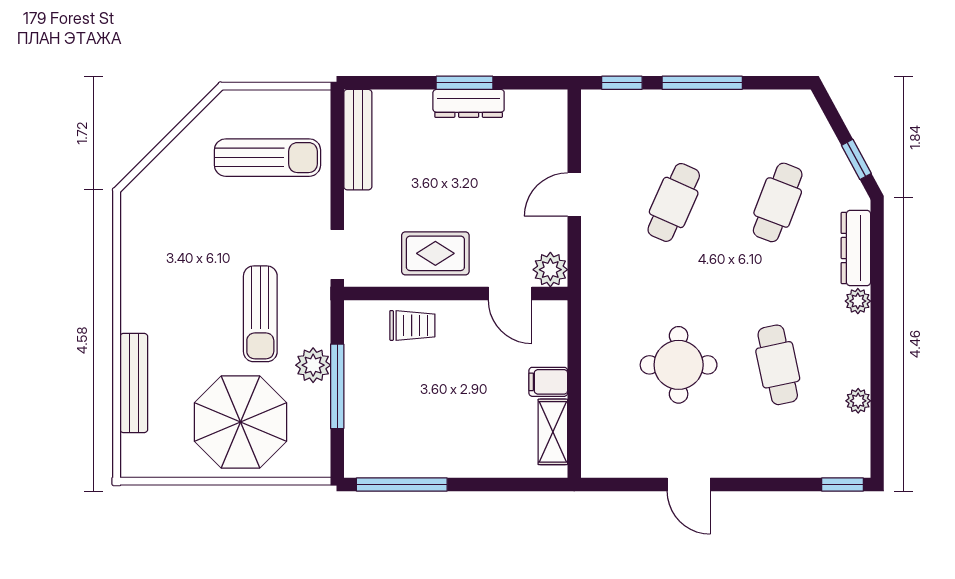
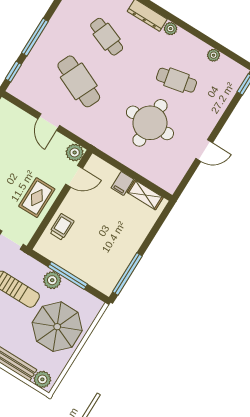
cafe table: (674, 202) -> (79, 81), width x1.37, depth x1.35
round table: (679, 365) -> (150, 123), width x1.36, depth x1.36
plant: (137, 452) -> (42, 379), added

